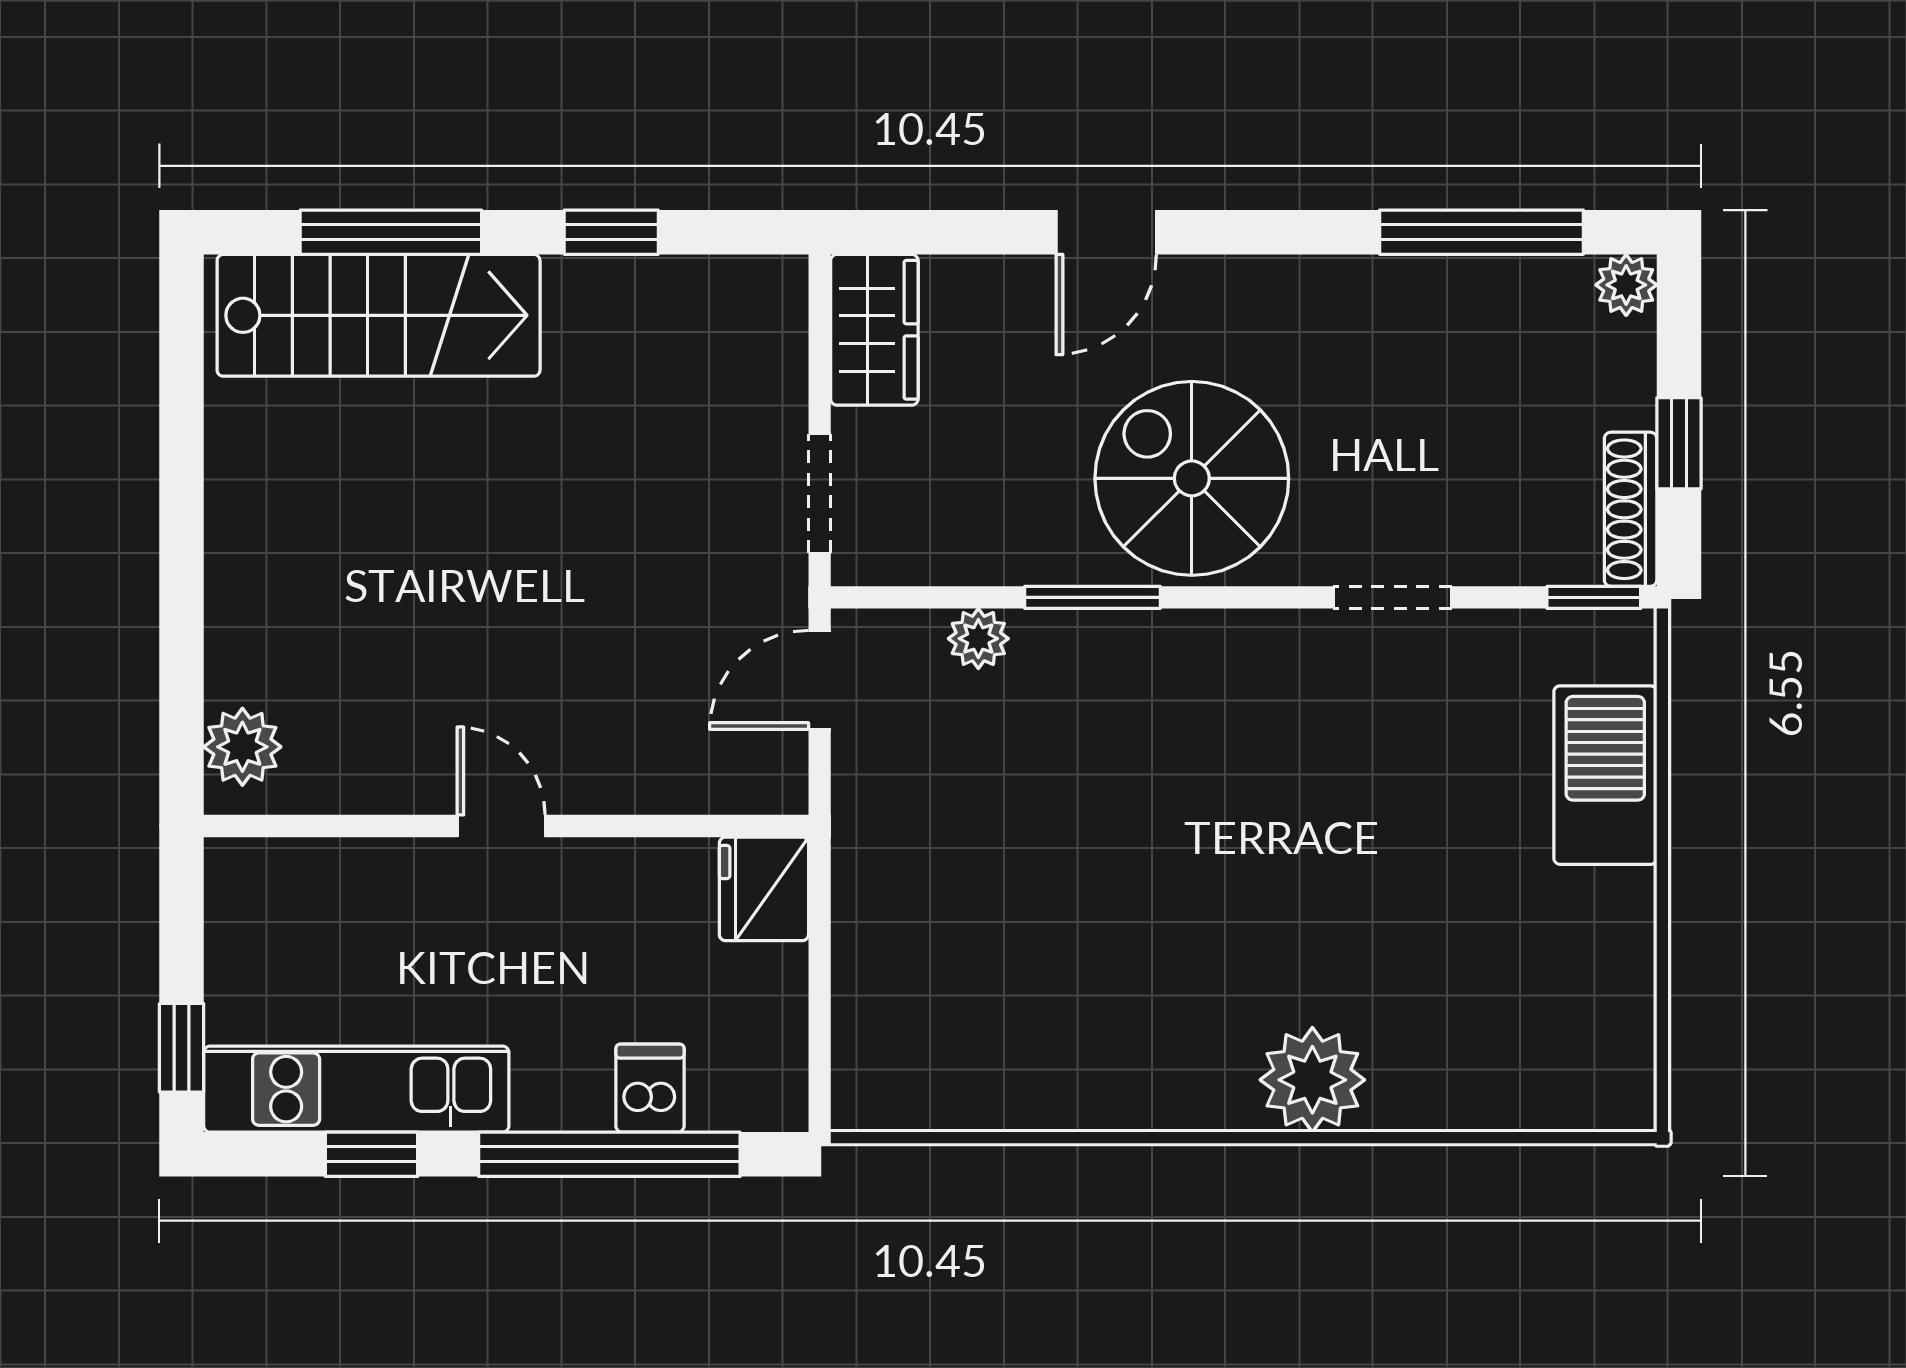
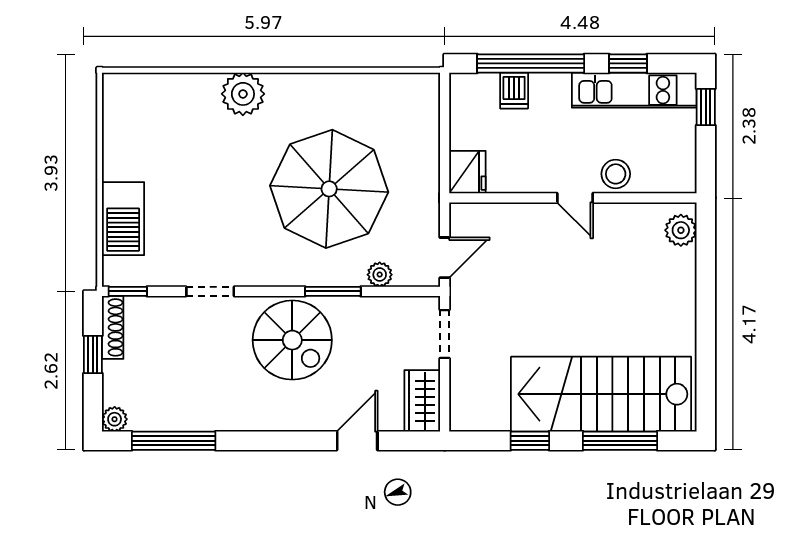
door: (1106, 232) -> (357, 441), moved
stairs: (379, 315) -> (601, 394), width x1.36, depth x1.51
parasol: (1102, 848) -> (329, 189), added
stool: (402, 884) -> (616, 174), added

